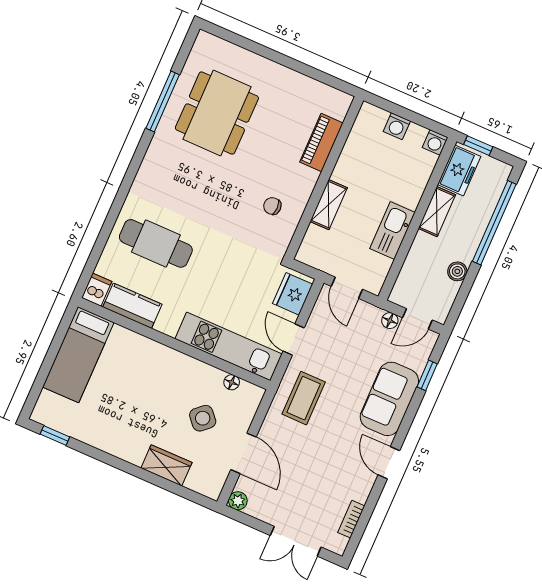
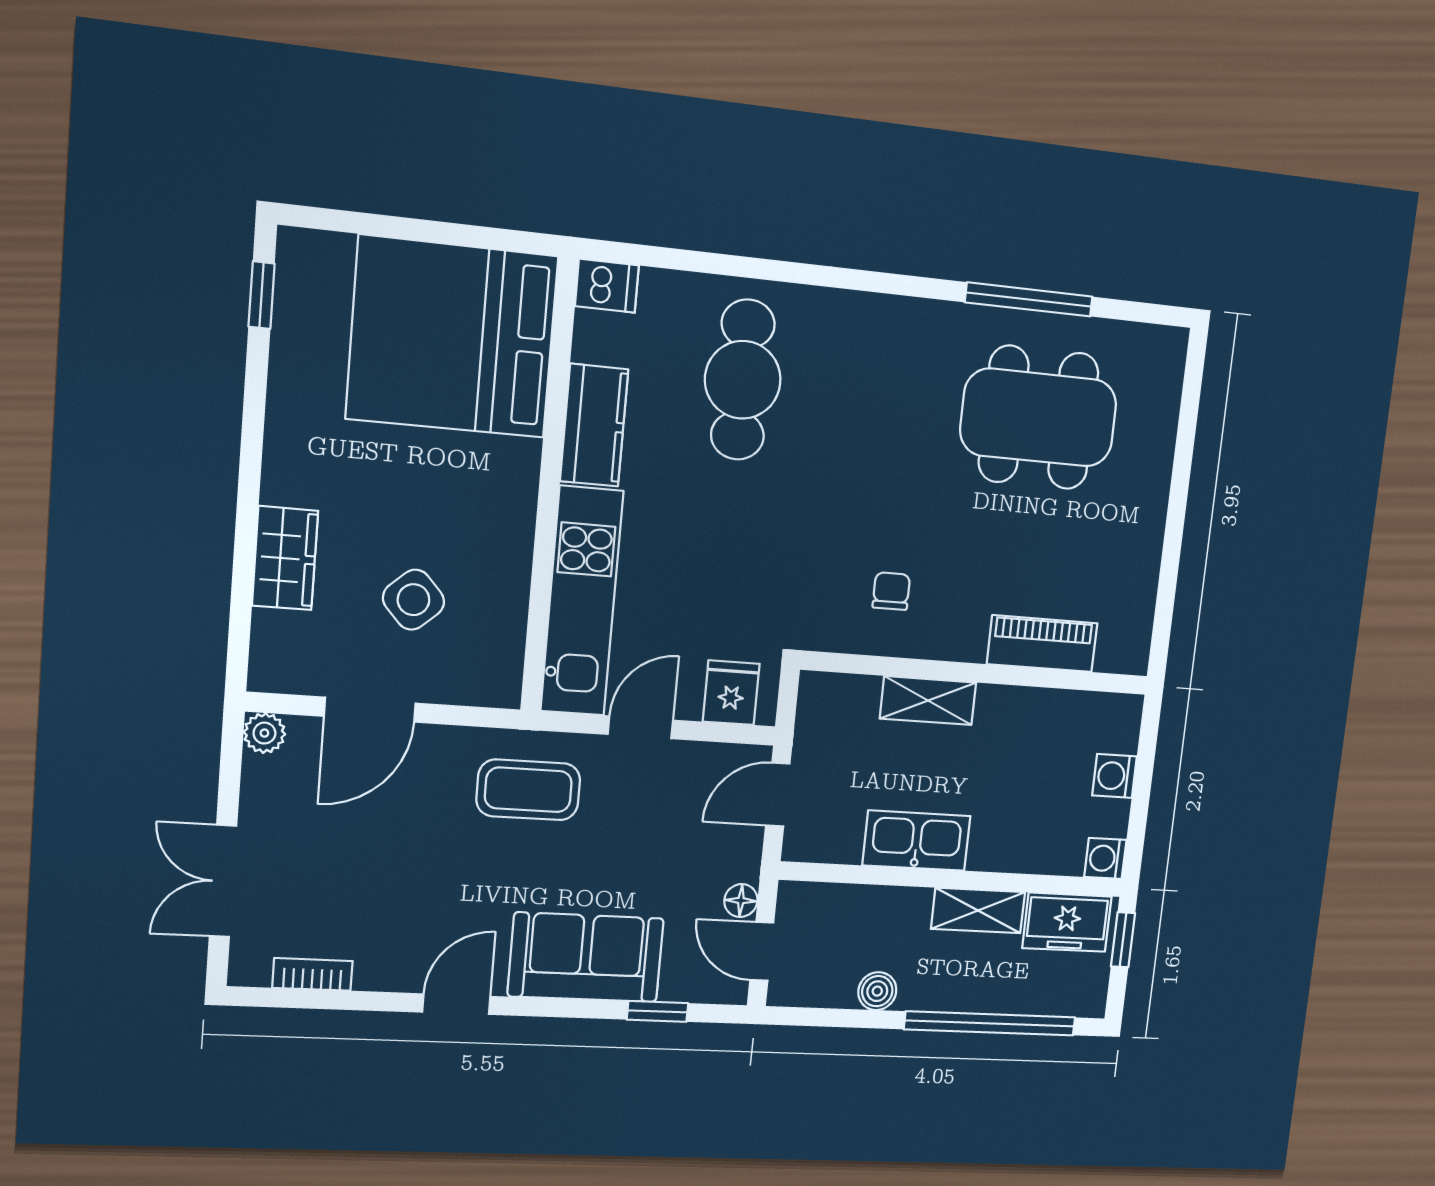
fridge: (293, 294) -> (731, 693), width x0.72
kitchen counter: (132, 306) -> (594, 425), moved
bed: (78, 355) -> (452, 337), width x2.04
floor lamp: (232, 382) -> (510, 633), removed

